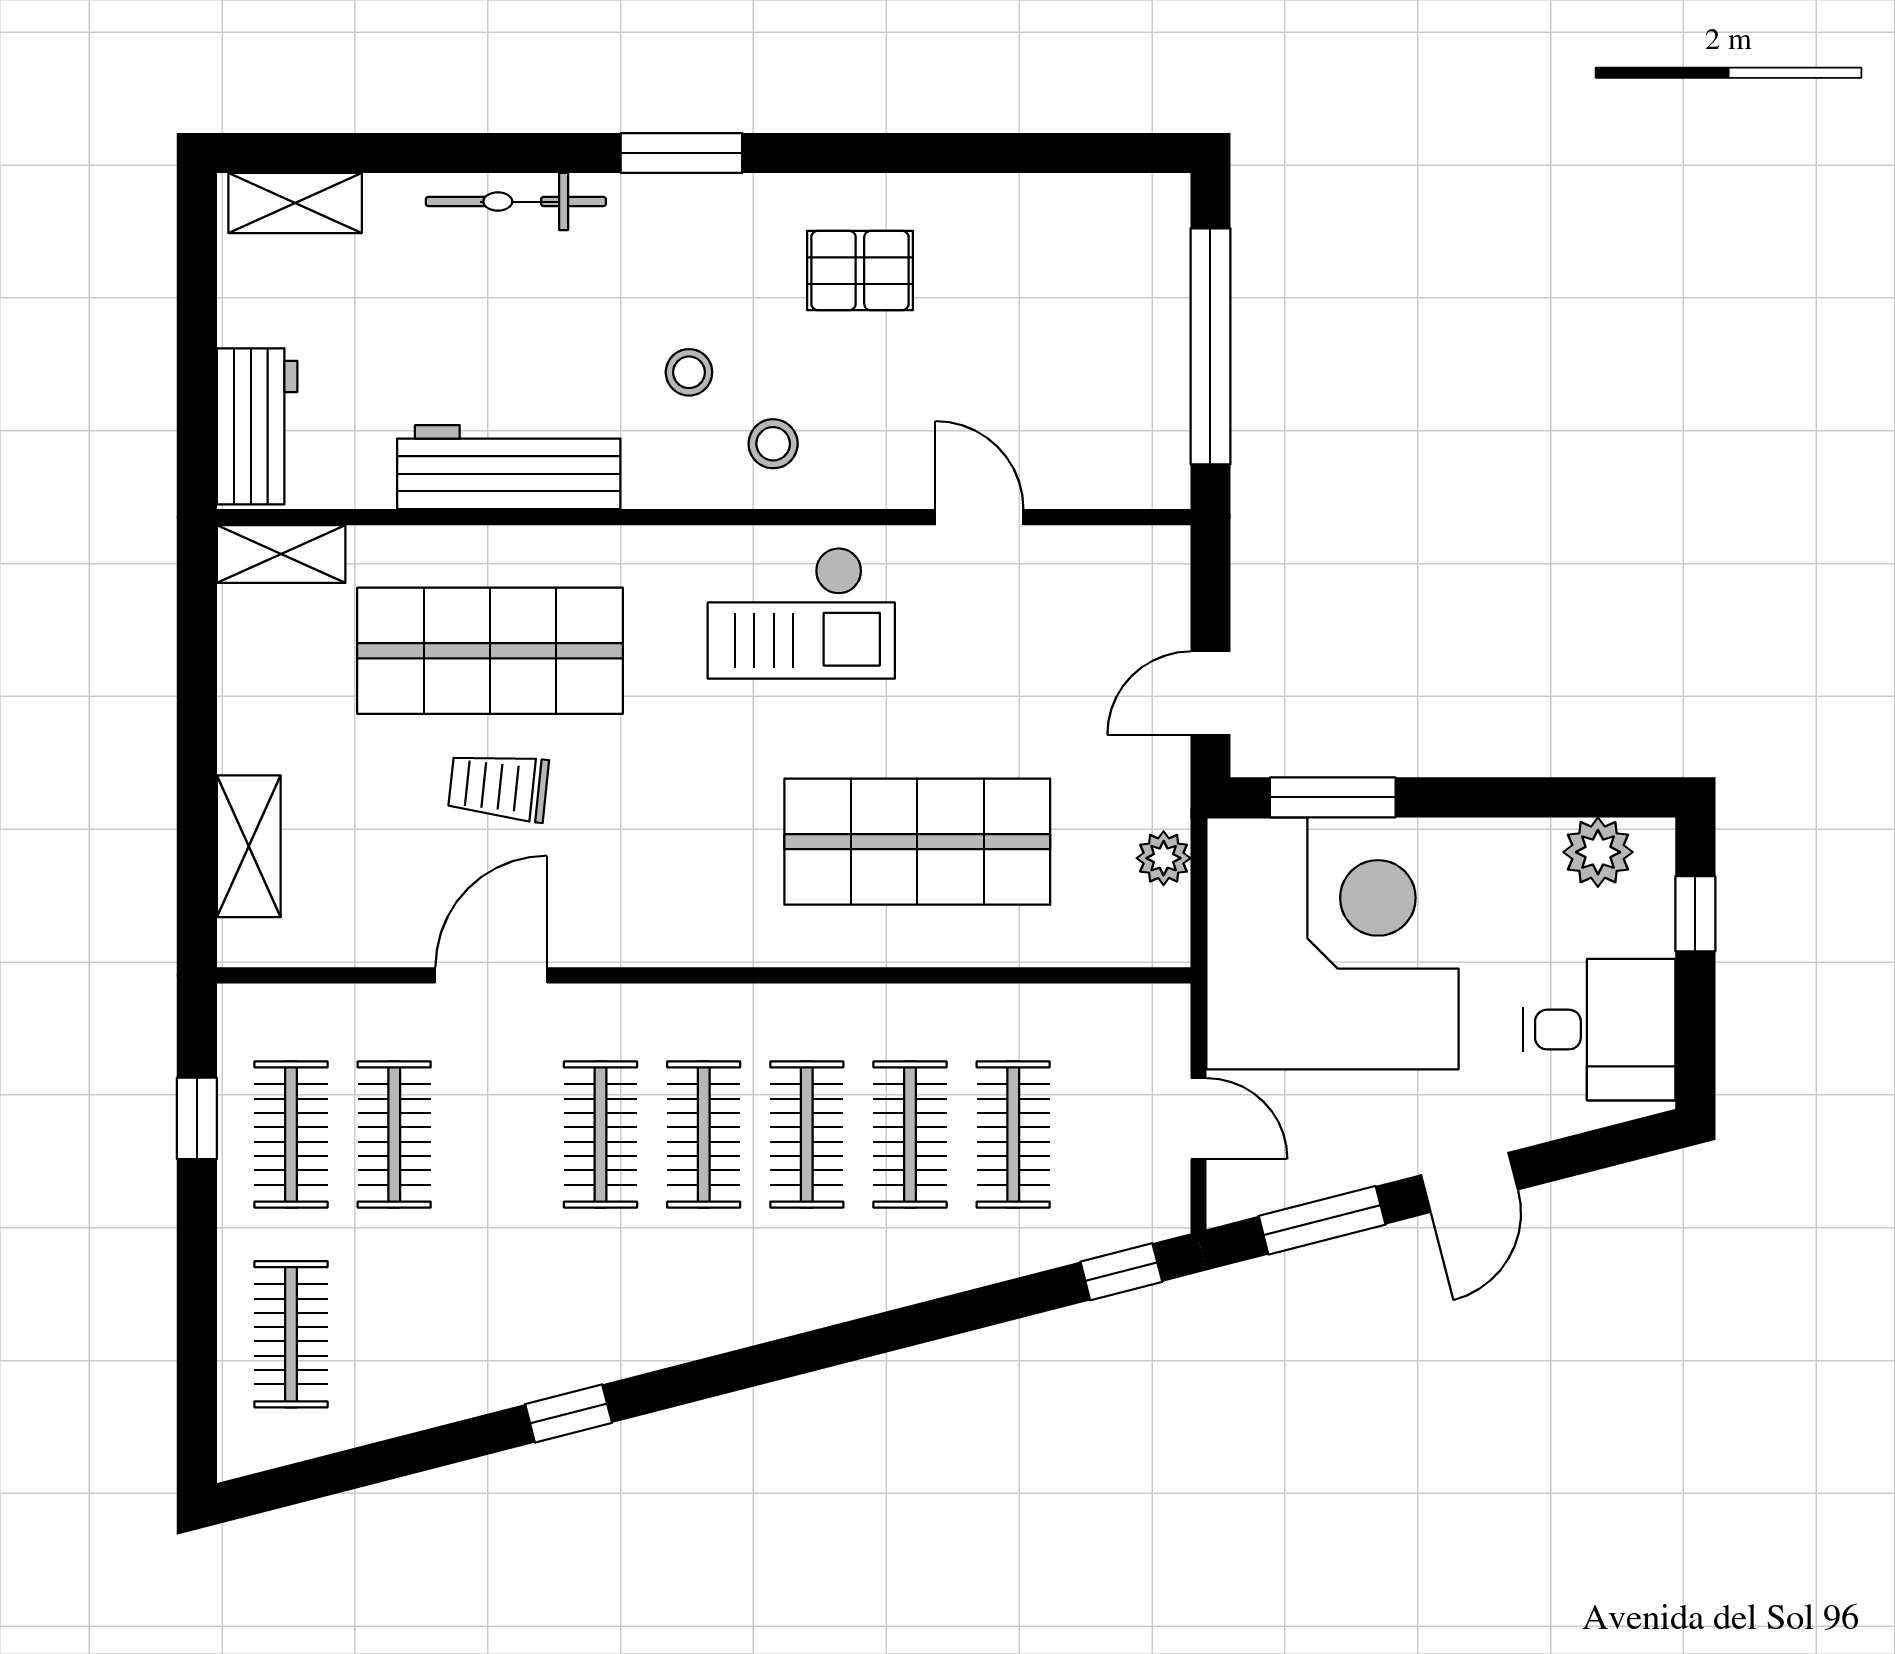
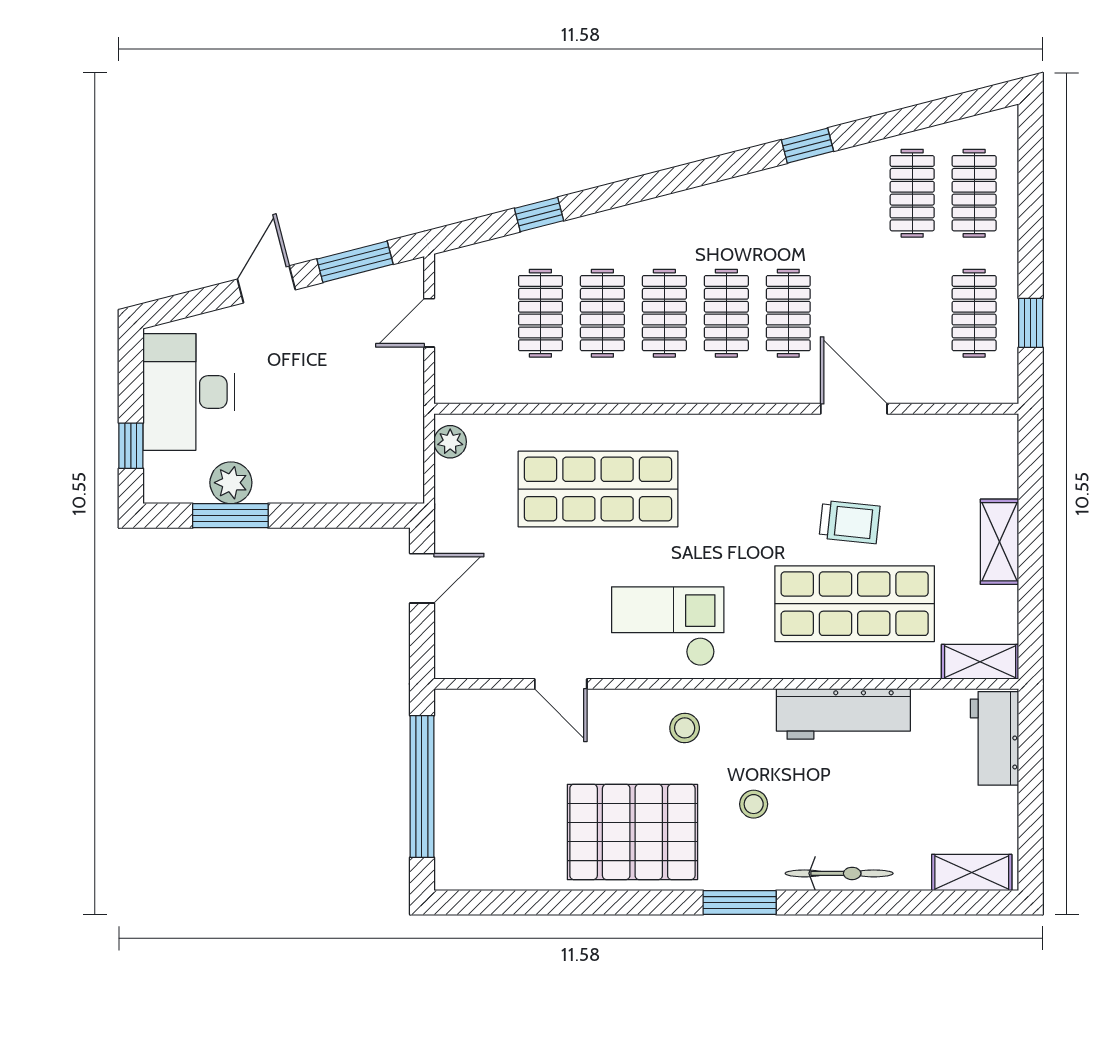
pallet: (860, 271) -> (632, 832), width x2.05, depth x2.00
stool: (689, 372) -> (754, 804), moved
window: (1333, 797) -> (230, 516), moved
shelving: (249, 846) -> (1000, 542), moved
plant: (1598, 852) -> (231, 483), moved
plant: (1164, 858) -> (450, 442), moved
corner desk: (1333, 943) -> (349, 428), removed
door: (491, 975) -> (854, 409), swing flipped
desk: (1599, 1030) -> (189, 392), width x1.37
door: (1199, 1119) -> (429, 323), hinge flipped
clothes rail: (394, 1135) -> (912, 193), moved
window: (1121, 1272) -> (539, 214), moved

